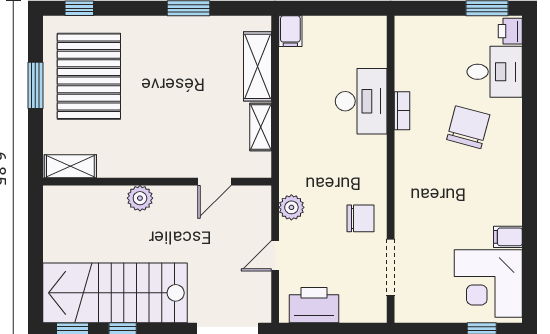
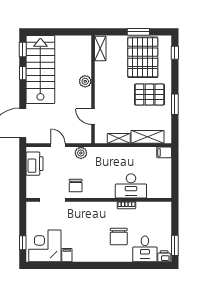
pallet: (168, 62) -> (149, 95), added
pallet: (89, 76) -> (143, 57), turned 90
chair: (468, 127) -> (119, 236), turned 75

